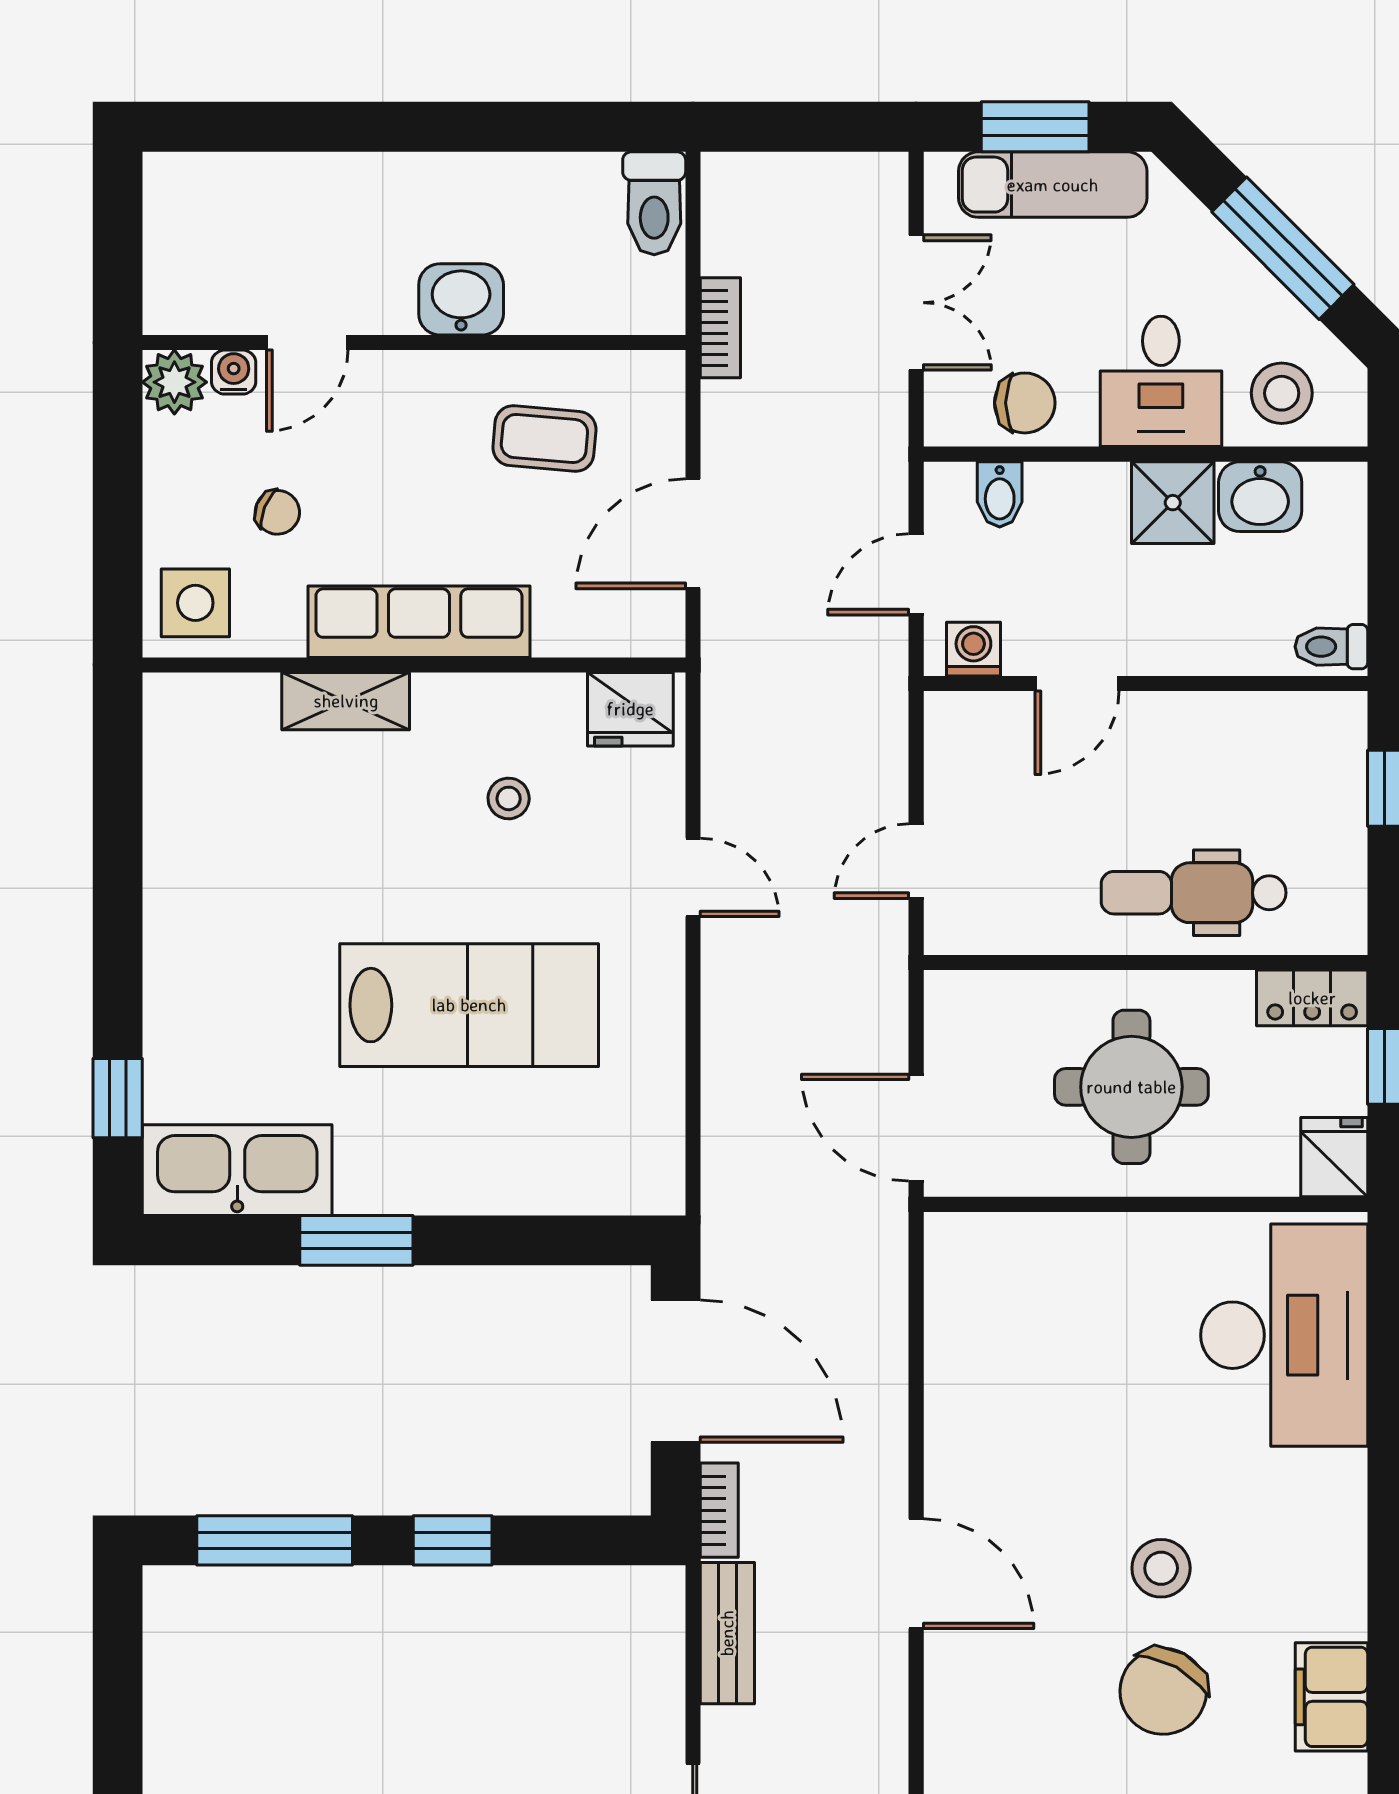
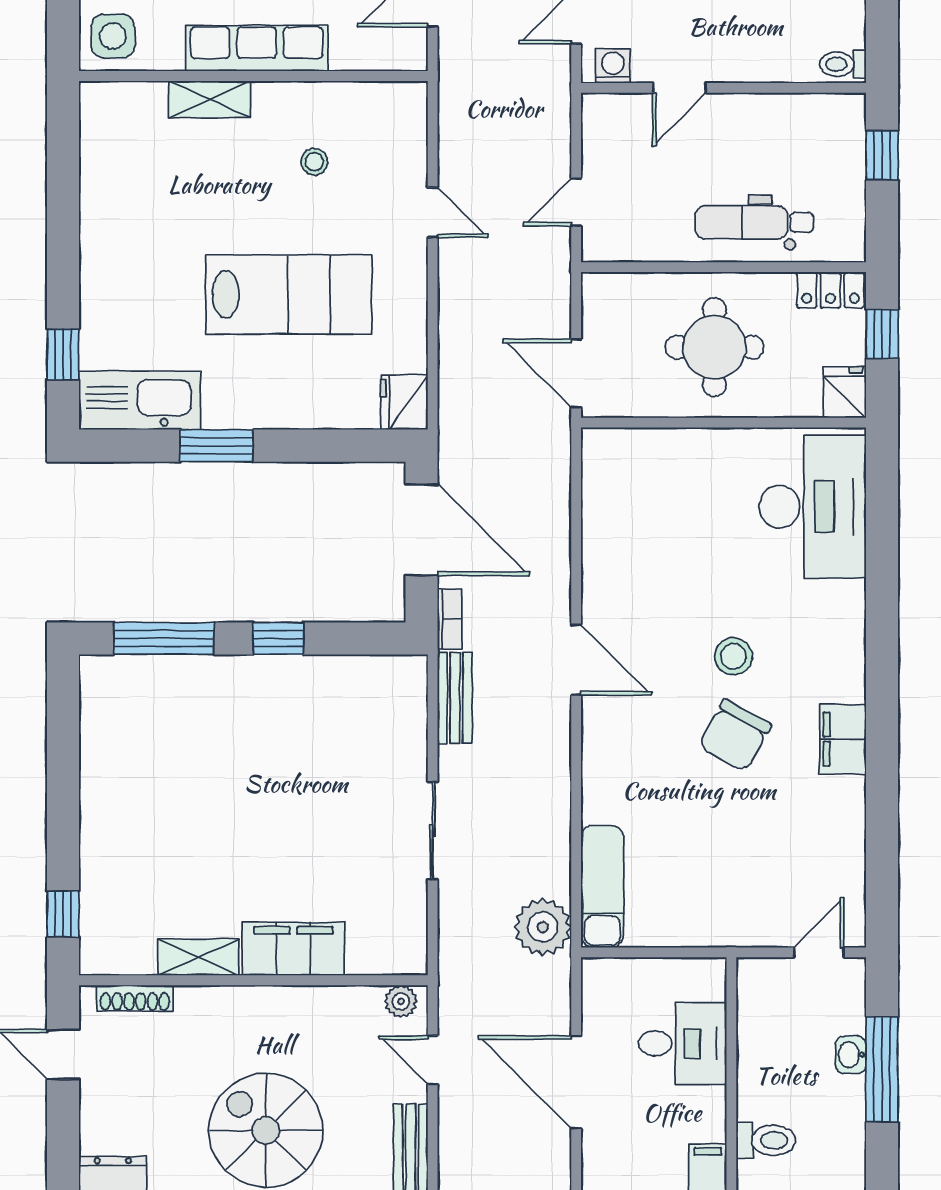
fridge: (630, 709) -> (404, 402), moved, turned 90

